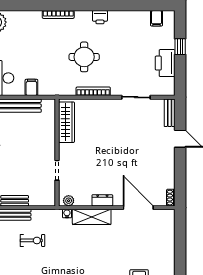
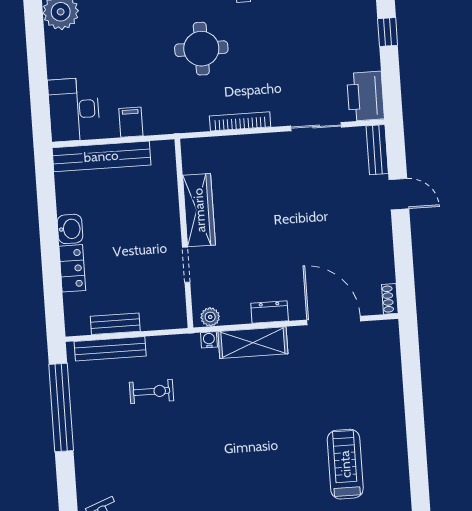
round table: (84, 57) -> (201, 49), moved
printer: (165, 63) -> (366, 96), moved
wardrobe: (66, 122) -> (199, 210), moved

